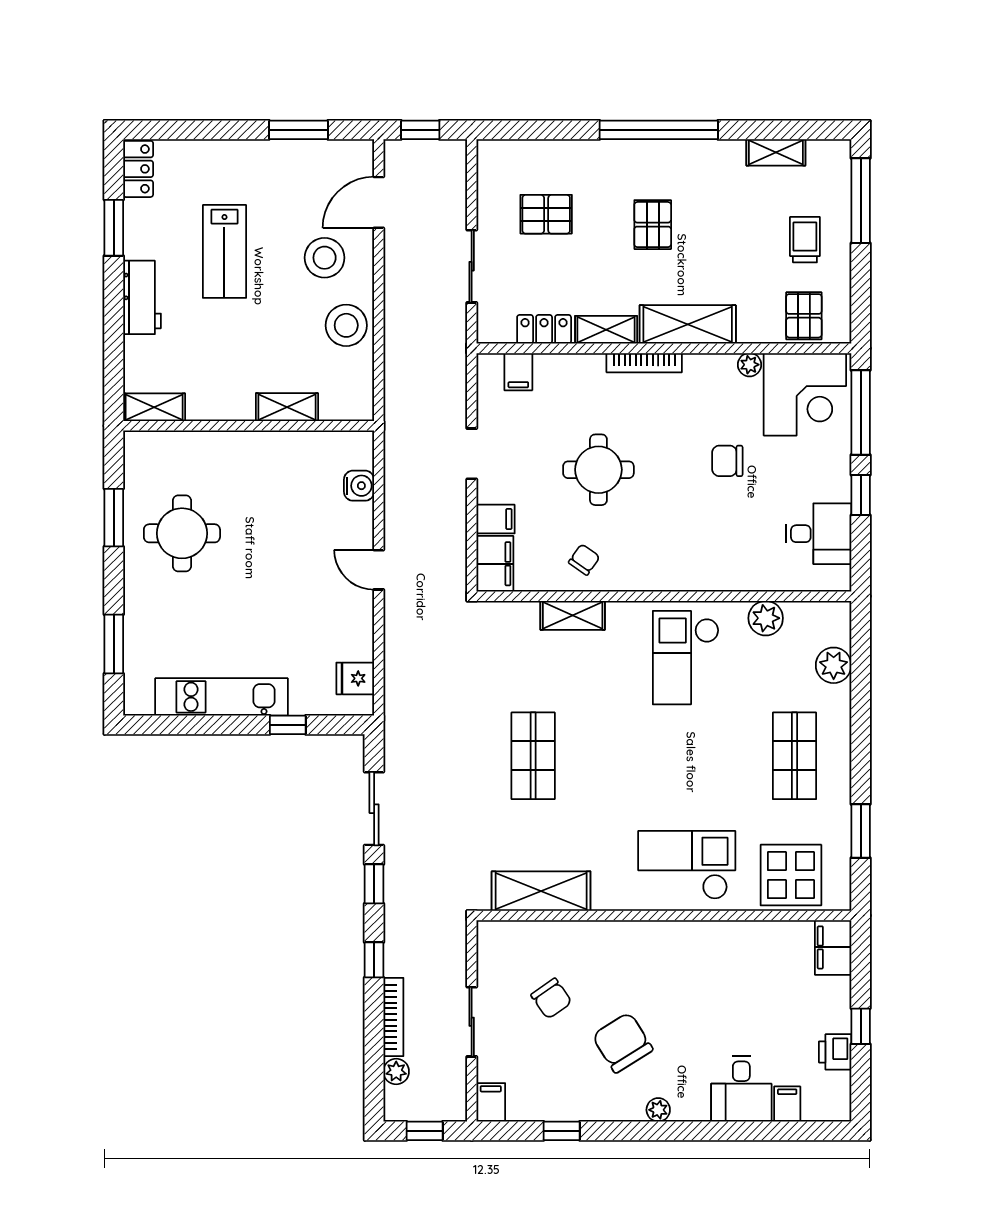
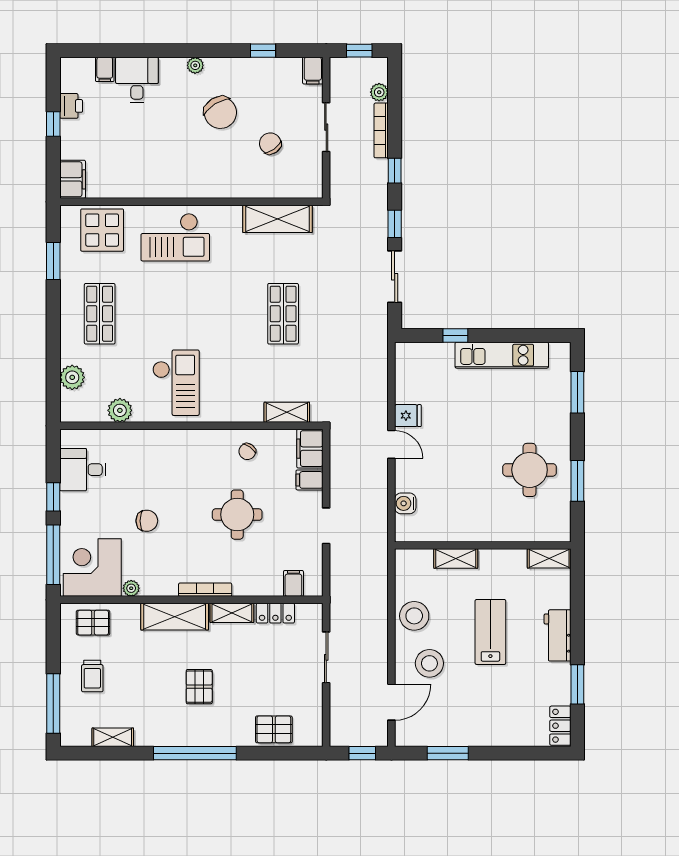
pallet: (546, 214) -> (274, 729), moved
lab bench: (224, 251) -> (490, 632), moved
pallet: (804, 316) -> (93, 623), turned 90
shelving: (573, 615) -> (287, 412), moved
fridge: (355, 678) -> (408, 416), moved

